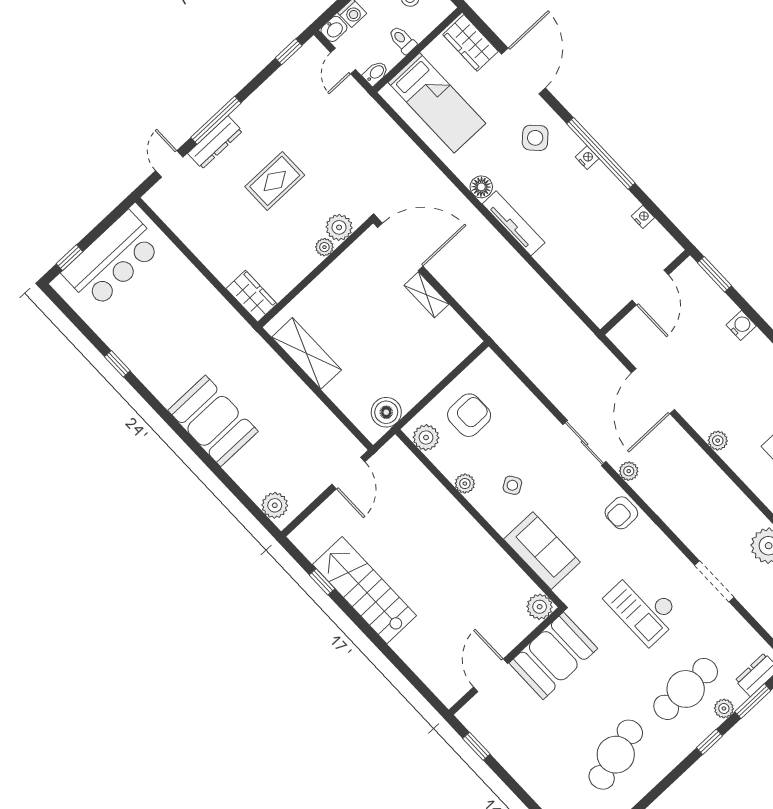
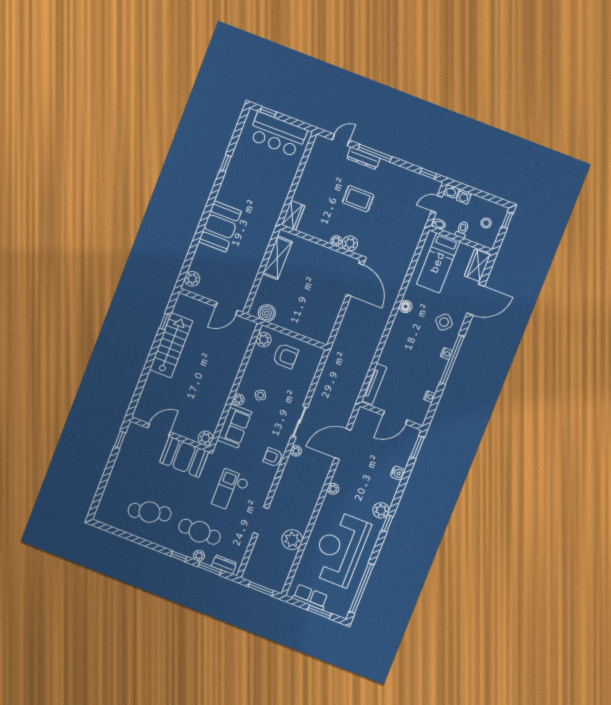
tv unit: (514, 223) -> (374, 384), moved
shelving: (426, 295) -> (337, 305), removed
plant: (465, 484) -> (239, 399), moved

